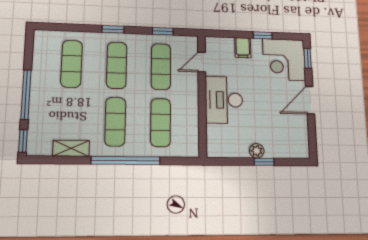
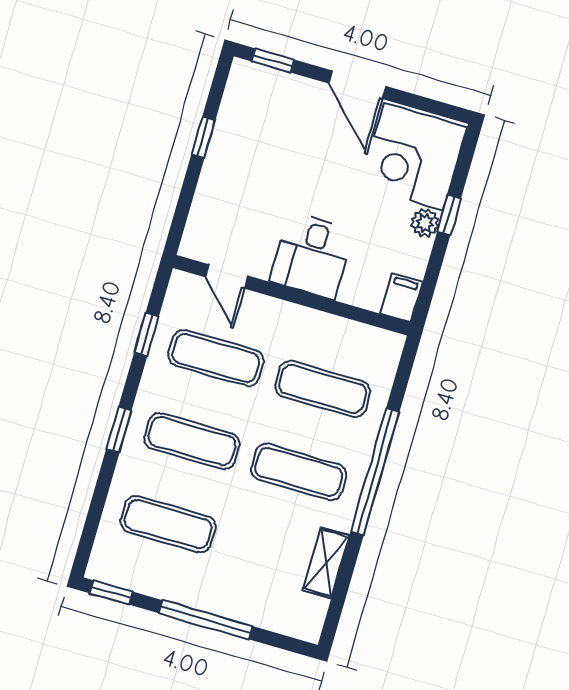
filing cabinet: (243, 48) -> (402, 298), moved, turned -90
corner desk: (284, 60) -> (414, 157), moved, turned 90
desk: (224, 100) -> (312, 256), width x0.73
window: (23, 141) -> (111, 592), moved

